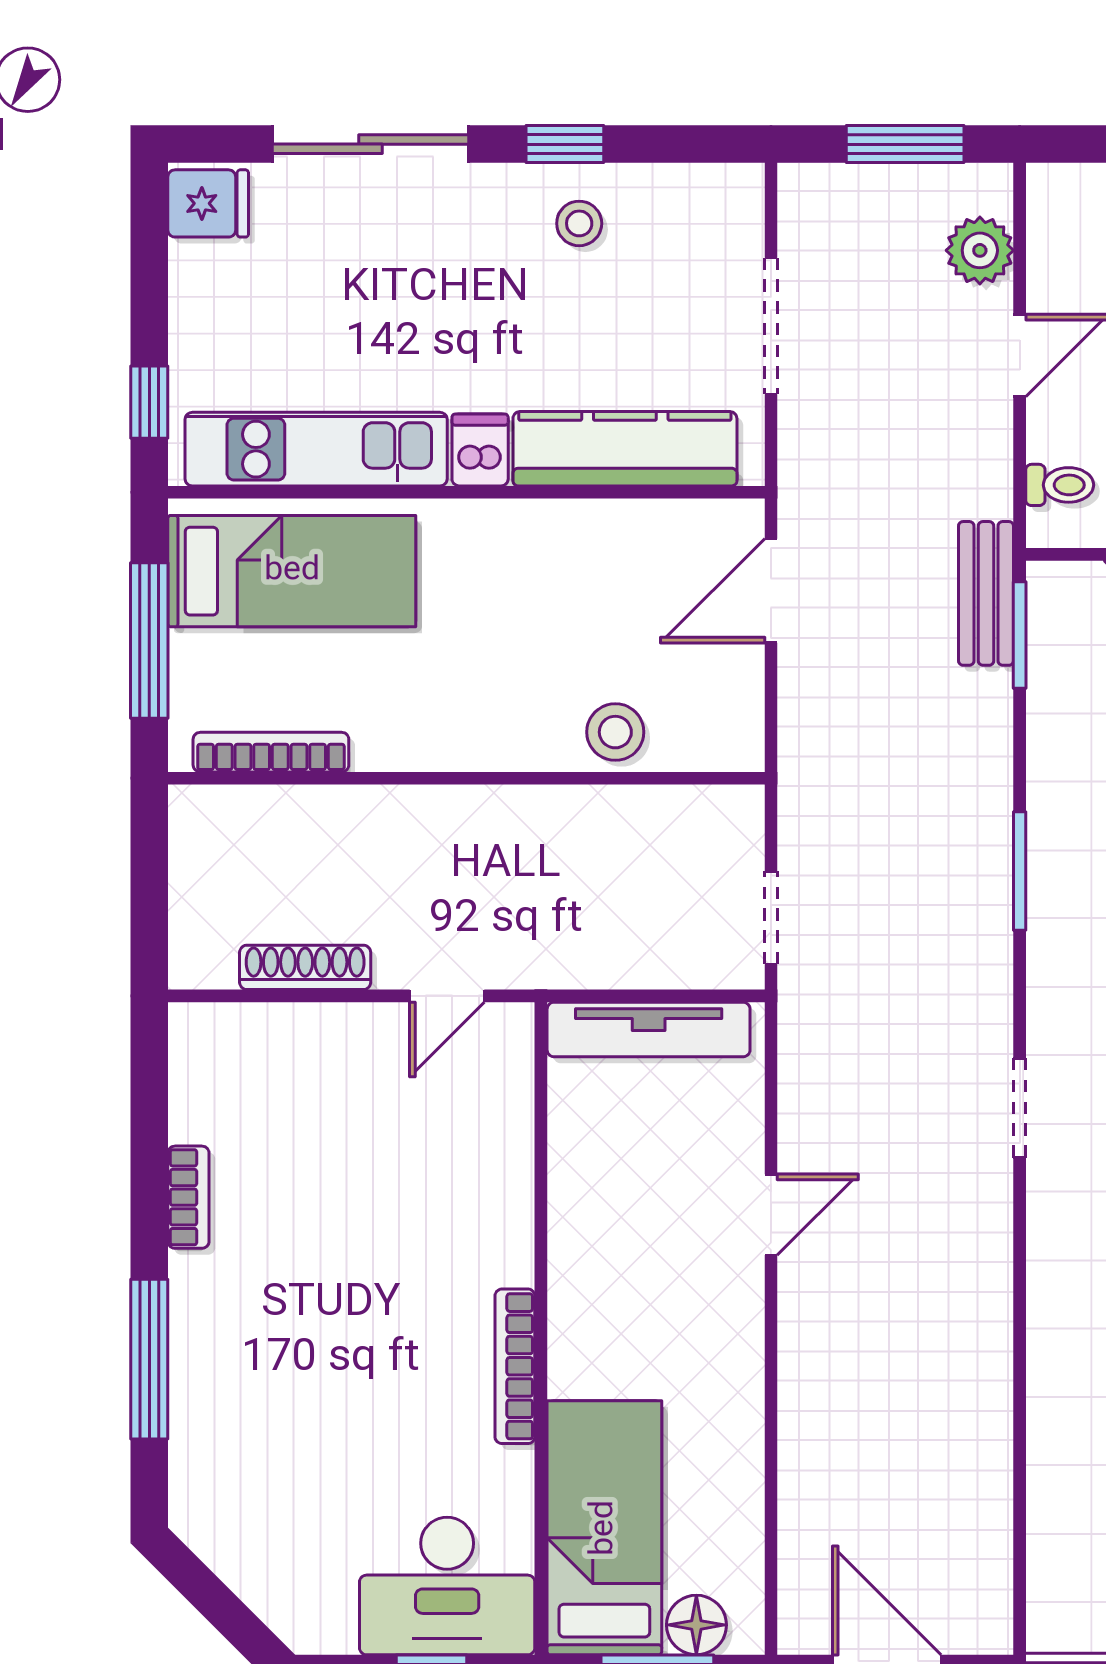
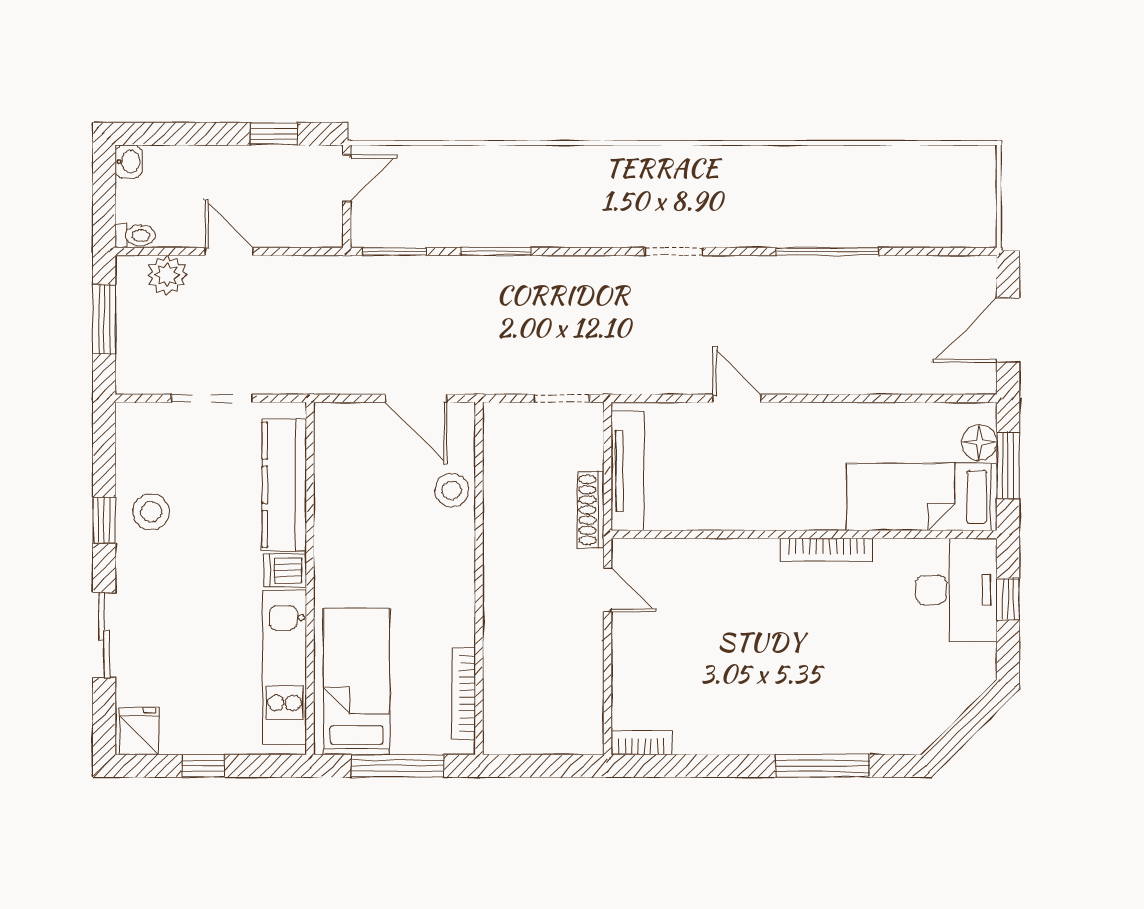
sliding door: (371, 144) -> (104, 635), width x0.73
stool: (579, 223) -> (151, 512), width x1.37, depth x1.37
window: (149, 402) -> (203, 766), moved
toilet: (1060, 485) -> (135, 236), moved, turned 90
door: (771, 591) -> (416, 398), moved
bench: (986, 593) -> (370, 271), removed
window: (1020, 871) -> (496, 251), moved
shoe rack: (305, 967) -> (591, 510), moved
bookcase: (188, 1197) -> (642, 743), moved
window: (1020, 1368) -> (827, 251), added

